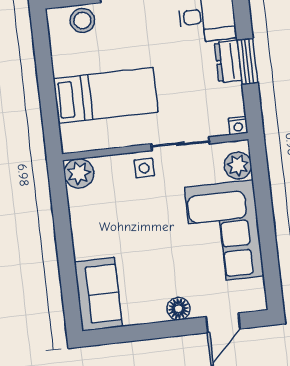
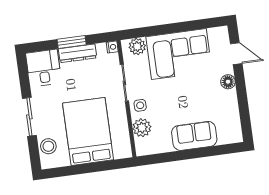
dresser: (228, 61) -> (78, 53), width x1.44
bed: (106, 95) -> (88, 131), width x1.50
plant: (79, 173) -> (142, 128), moved
sofa: (98, 294) -> (194, 136), moved

